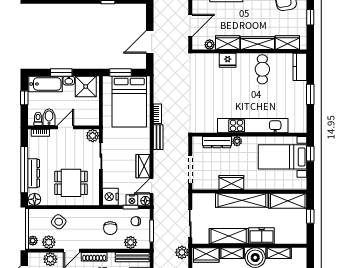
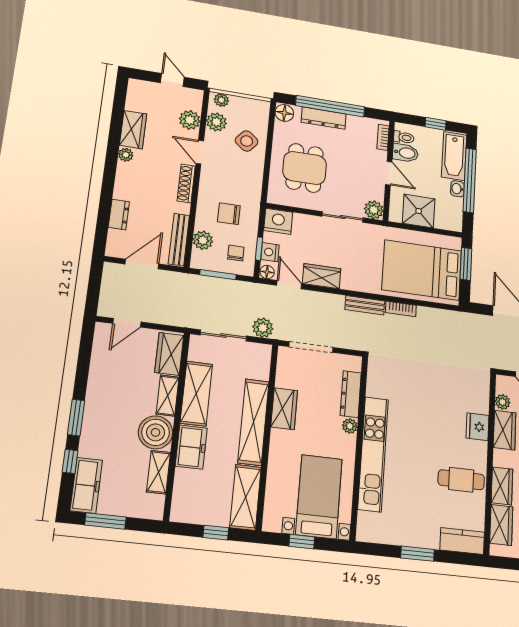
wardrobe: (258, 43) -> (502, 486), width x0.67
window: (61, 73) -> (470, 180), width x2.11
shower: (86, 86) -> (419, 211), moved
window: (310, 154) -> (302, 542), moved
plant: (182, 252) -> (263, 328), moved

